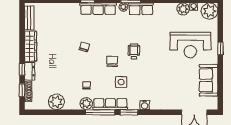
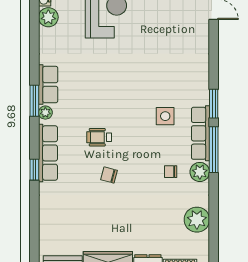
wheelchair: (134, 52) -> (99, 137), moved
chair: (112, 61) -> (132, 130), removed
water cooler: (145, 105) -> (202, 79), removed

